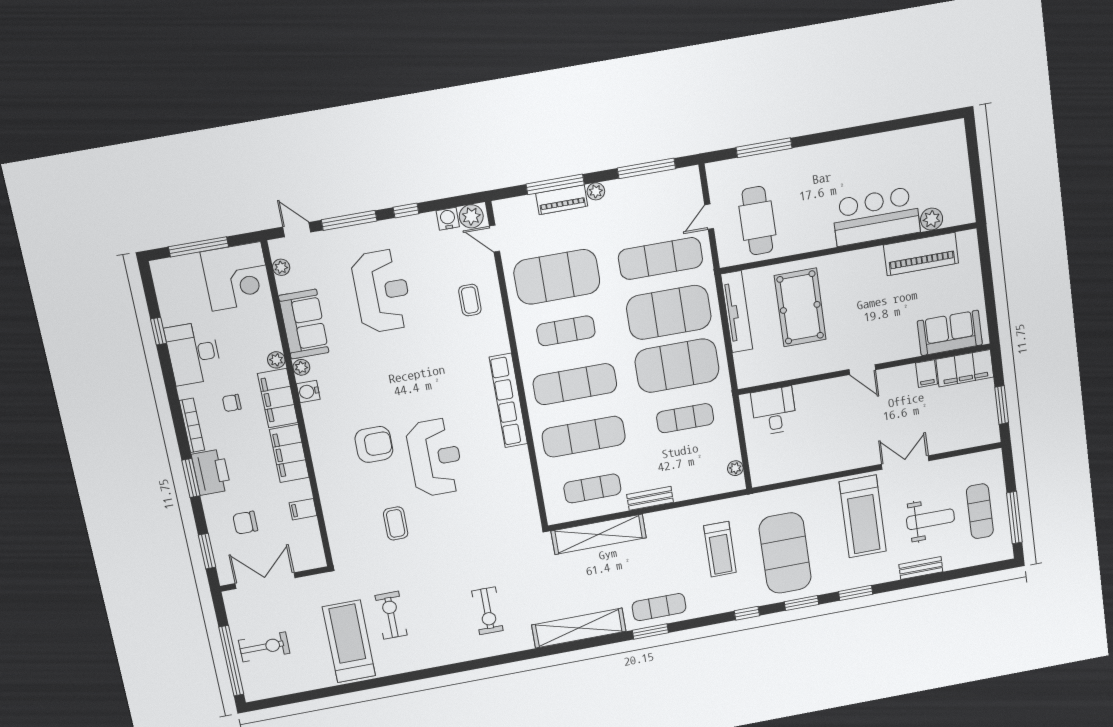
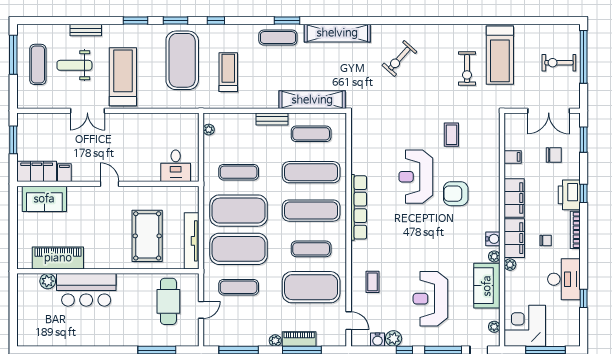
plant: (471, 216) -> (394, 339), moved
exercise mat: (660, 258) -> (239, 287), width x0.73, depth x0.69
window: (191, 478) -> (584, 193), width x0.67
exercise bike: (488, 611) -> (399, 59), turned -138

